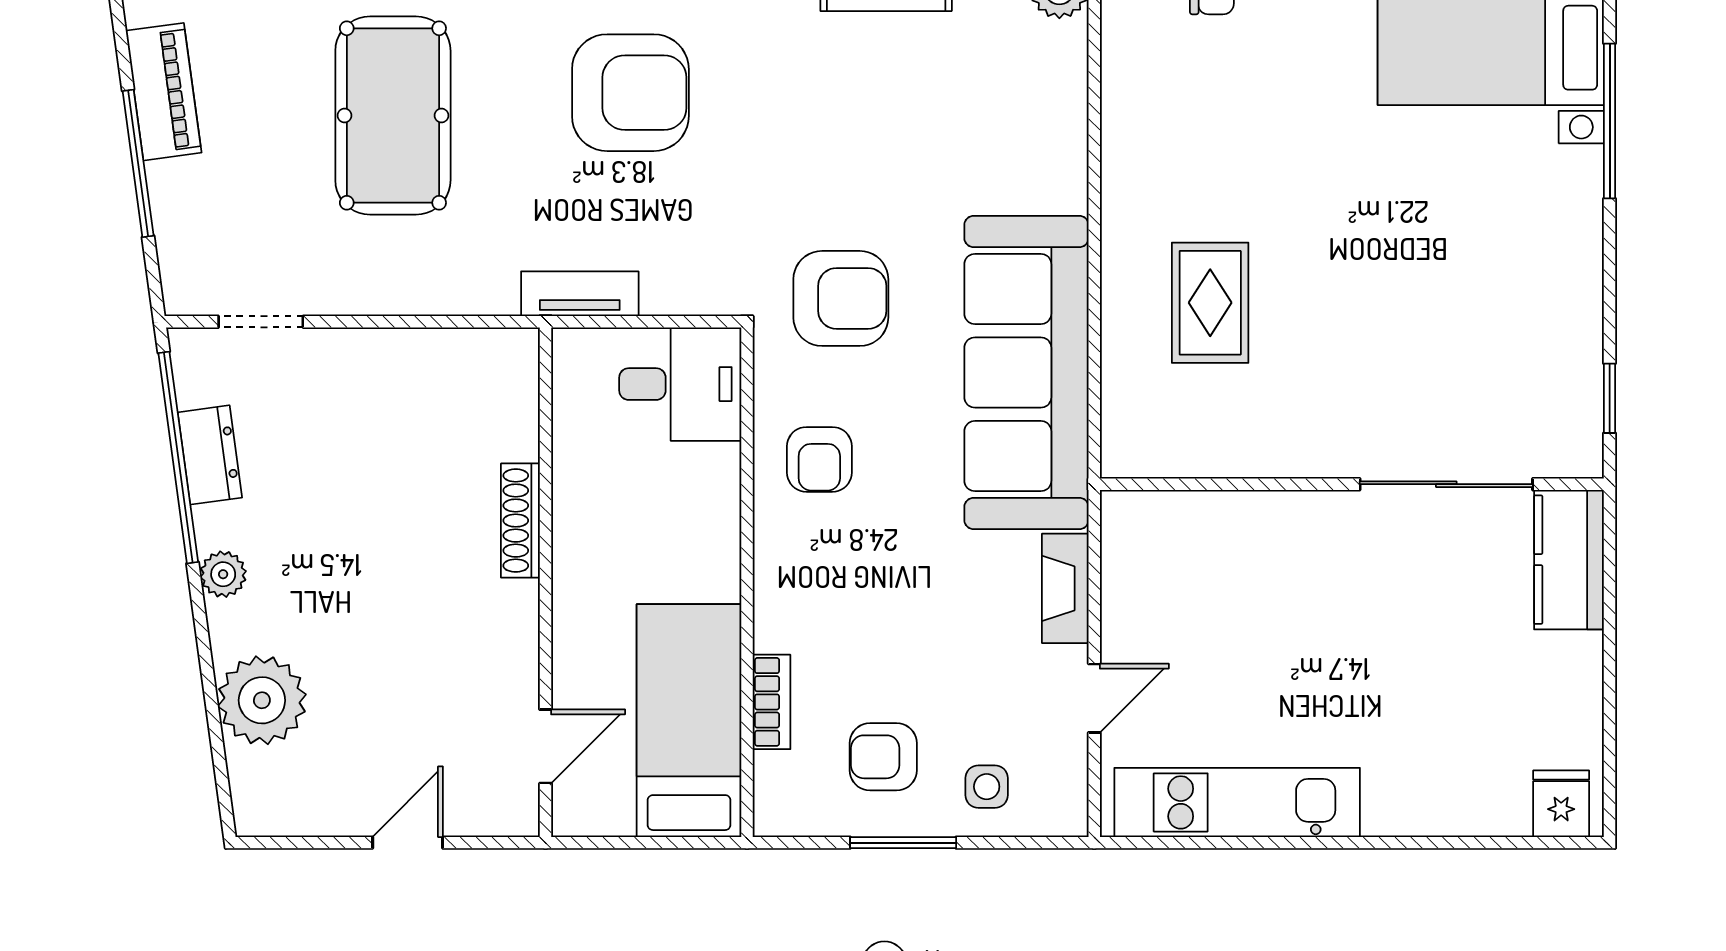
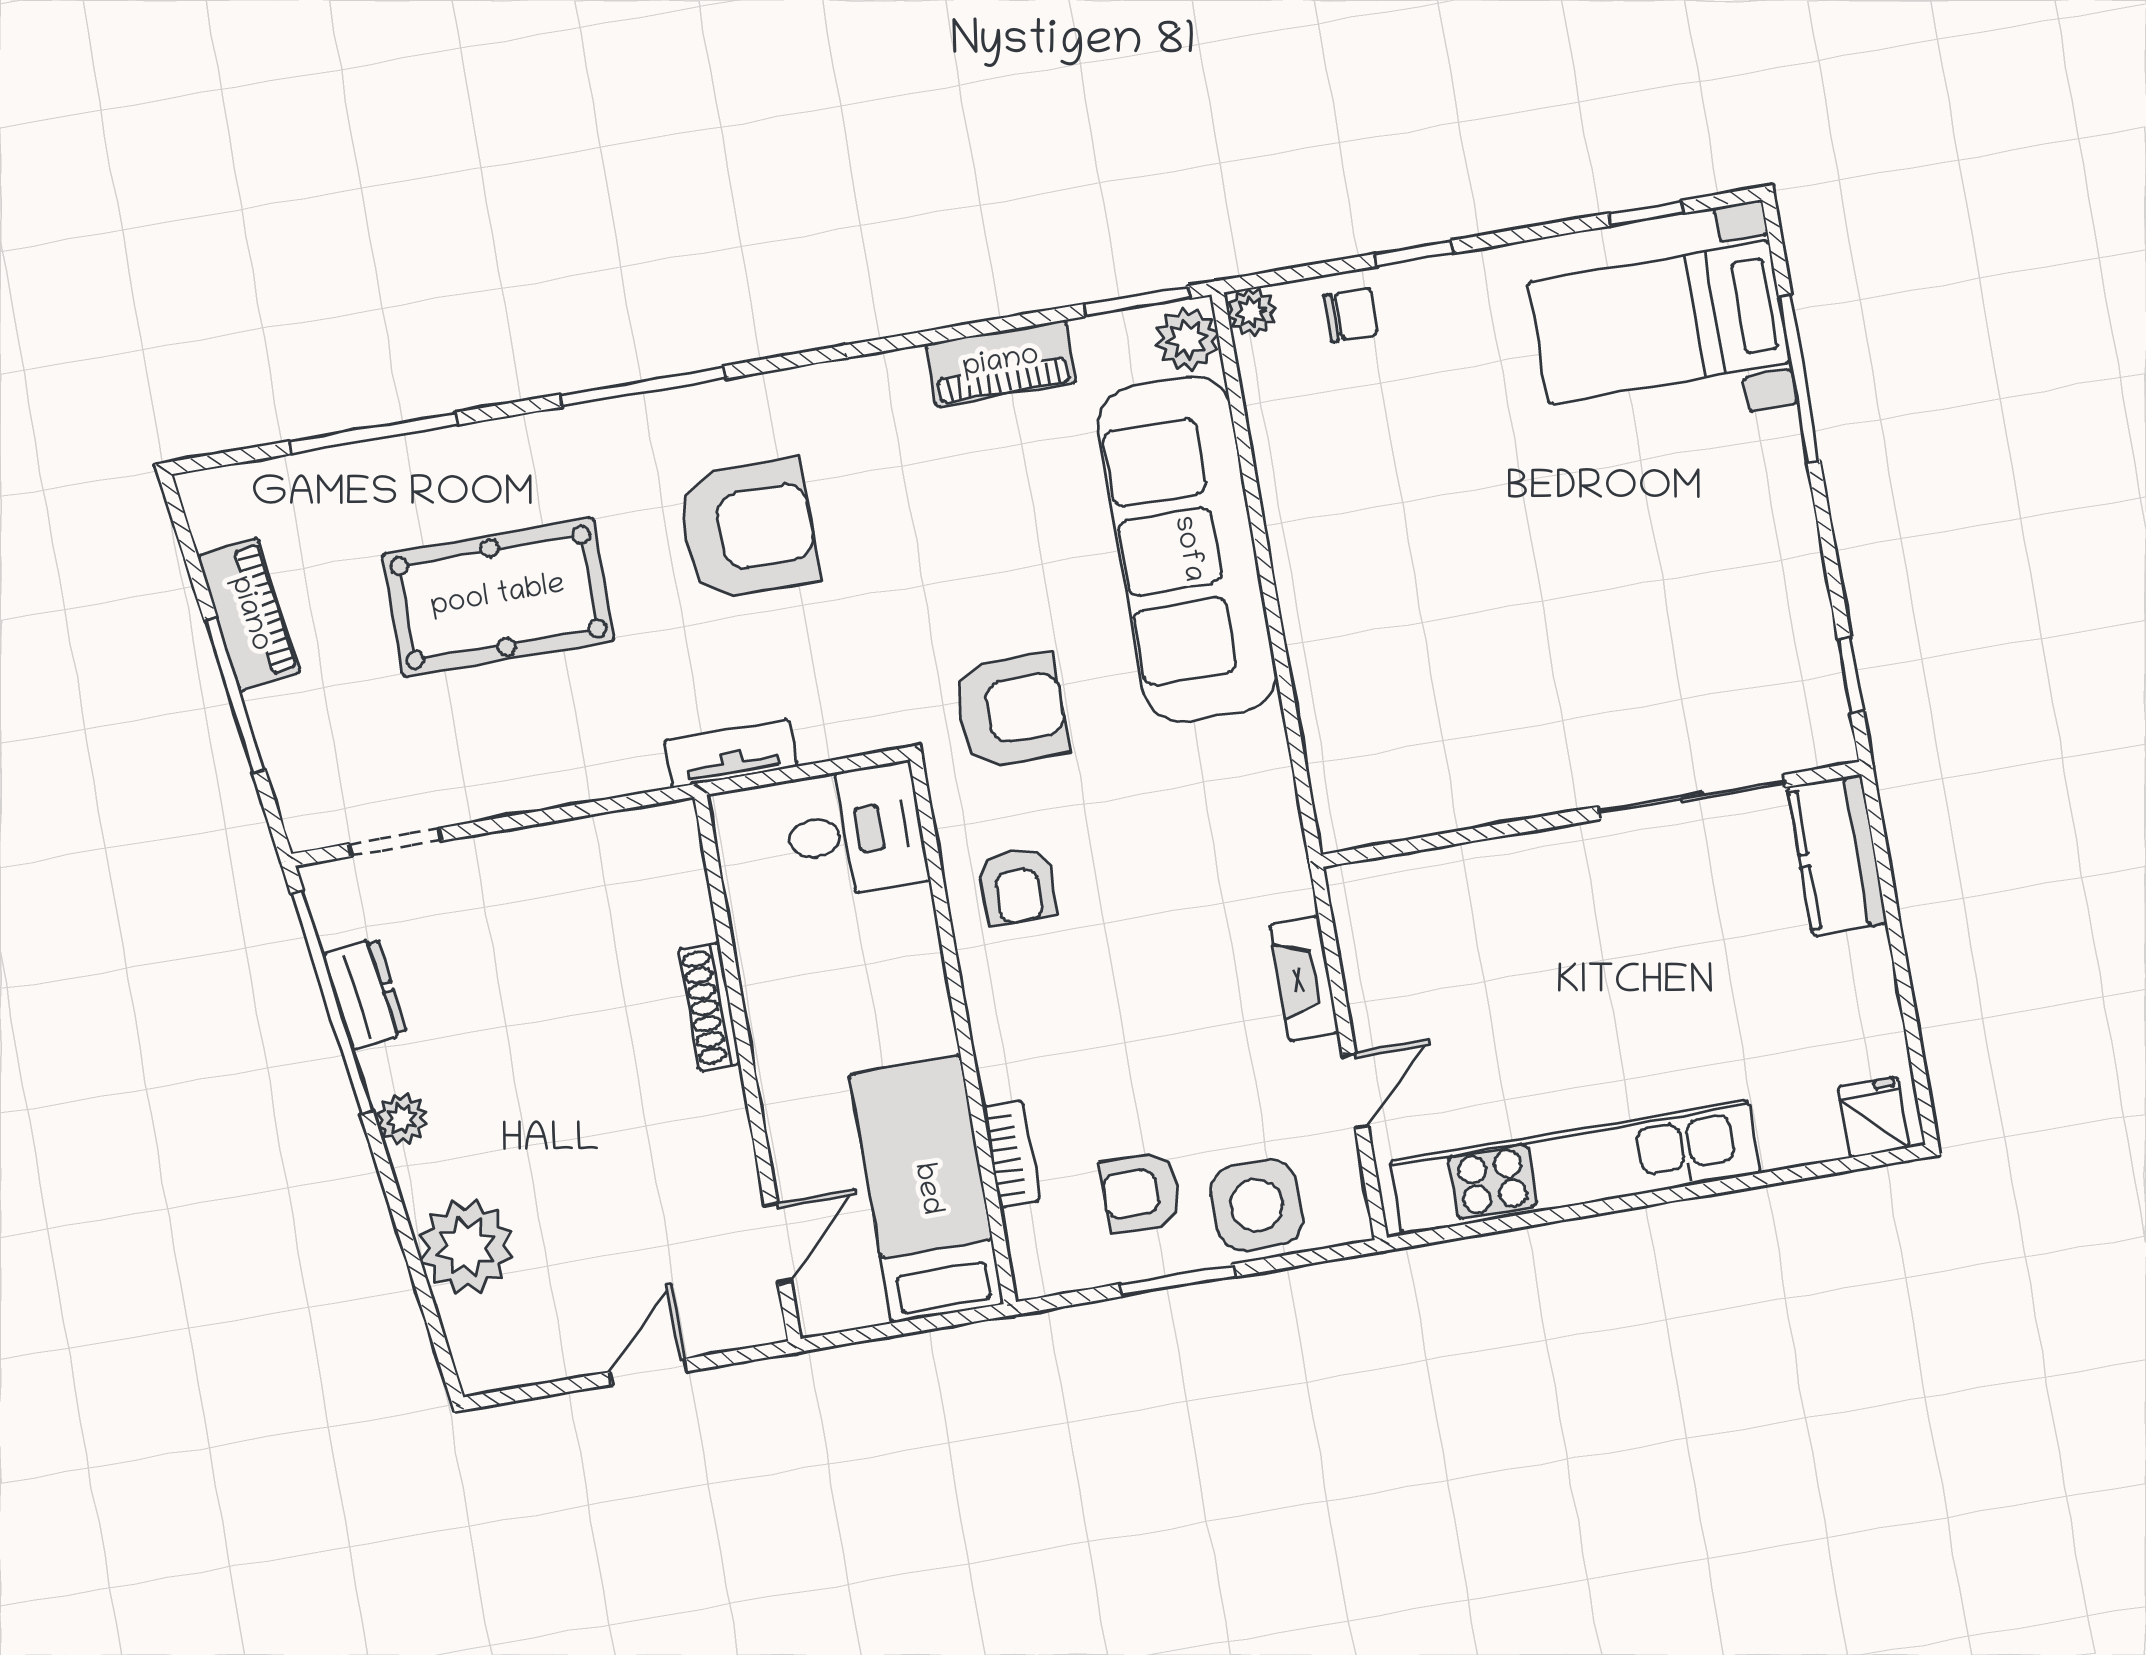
pool table: (393, 116) -> (498, 597), turned 90
rug: (1210, 303) -> (1406, 647), removed
sofa: (1026, 373) -> (1187, 549), moved
side table: (987, 787) -> (1257, 1205), width x1.87, depth x1.87
kitchen unit: (1237, 802) -> (1575, 1167), width x1.36

